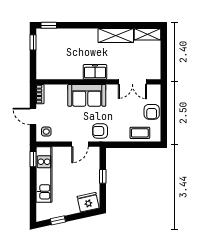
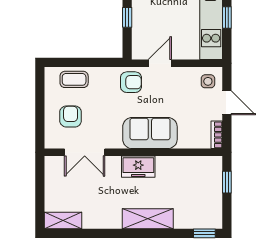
shelving: (116, 36) -> (148, 219), moved
window: (33, 42) -> (227, 182), moved
double door: (132, 82) -> (85, 152), swing flipped
armchair: (152, 112) -> (71, 116), moved
window: (33, 159) -> (227, 18), moved

